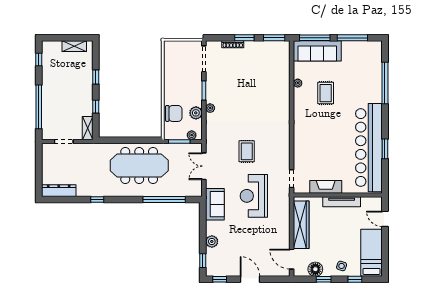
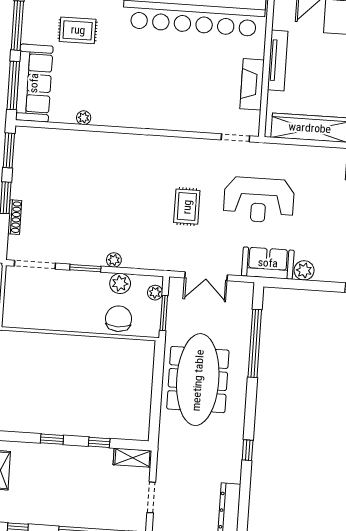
rug: (326, 93) -> (78, 30), moved
rug: (247, 151) -> (187, 207), turned 90
plant: (212, 241) -> (304, 270), moved

